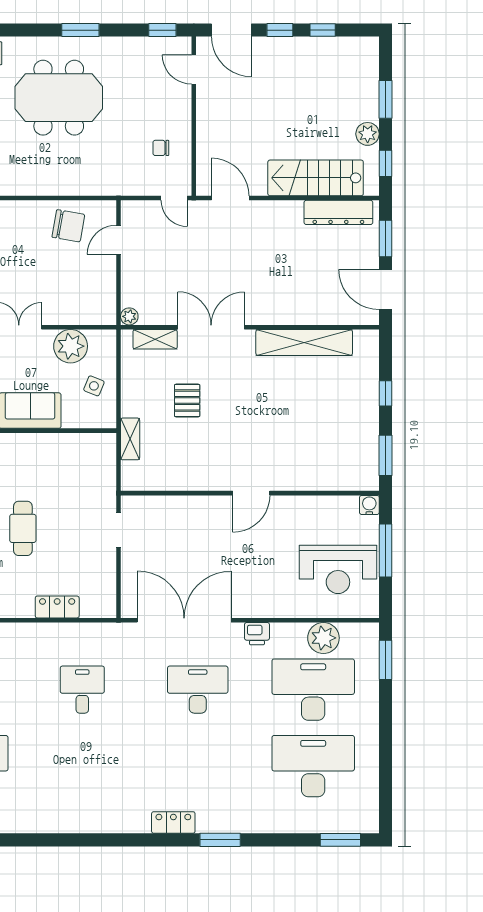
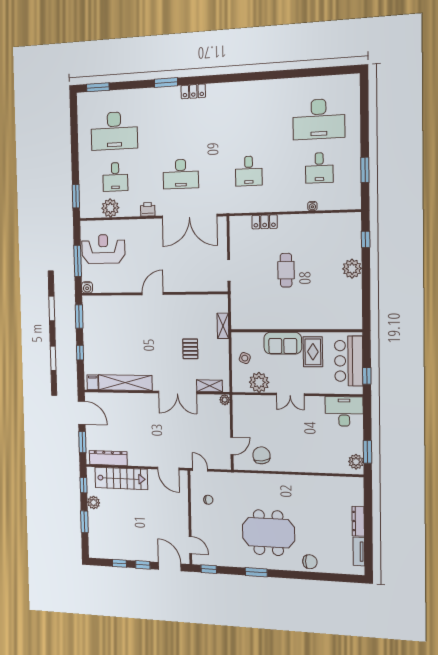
chair: (68, 226) -> (261, 455), turned 72
filing cabinet: (364, 342) -> (93, 382), added
desk: (313, 690) -> (115, 177), width x0.53, depth x0.77

